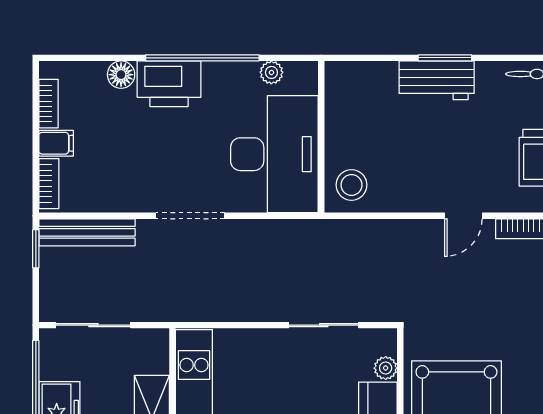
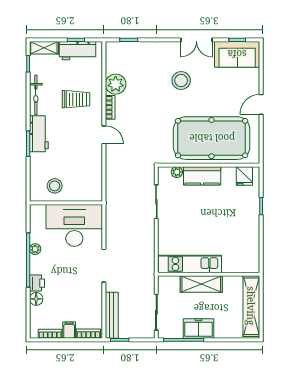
plant: (271, 72) -> (35, 249), moved
workbench: (437, 80) -> (39, 134), moved
printer: (169, 84) -> (37, 283), width x0.53, depth x0.68
stool: (351, 185) -> (55, 186), moved

